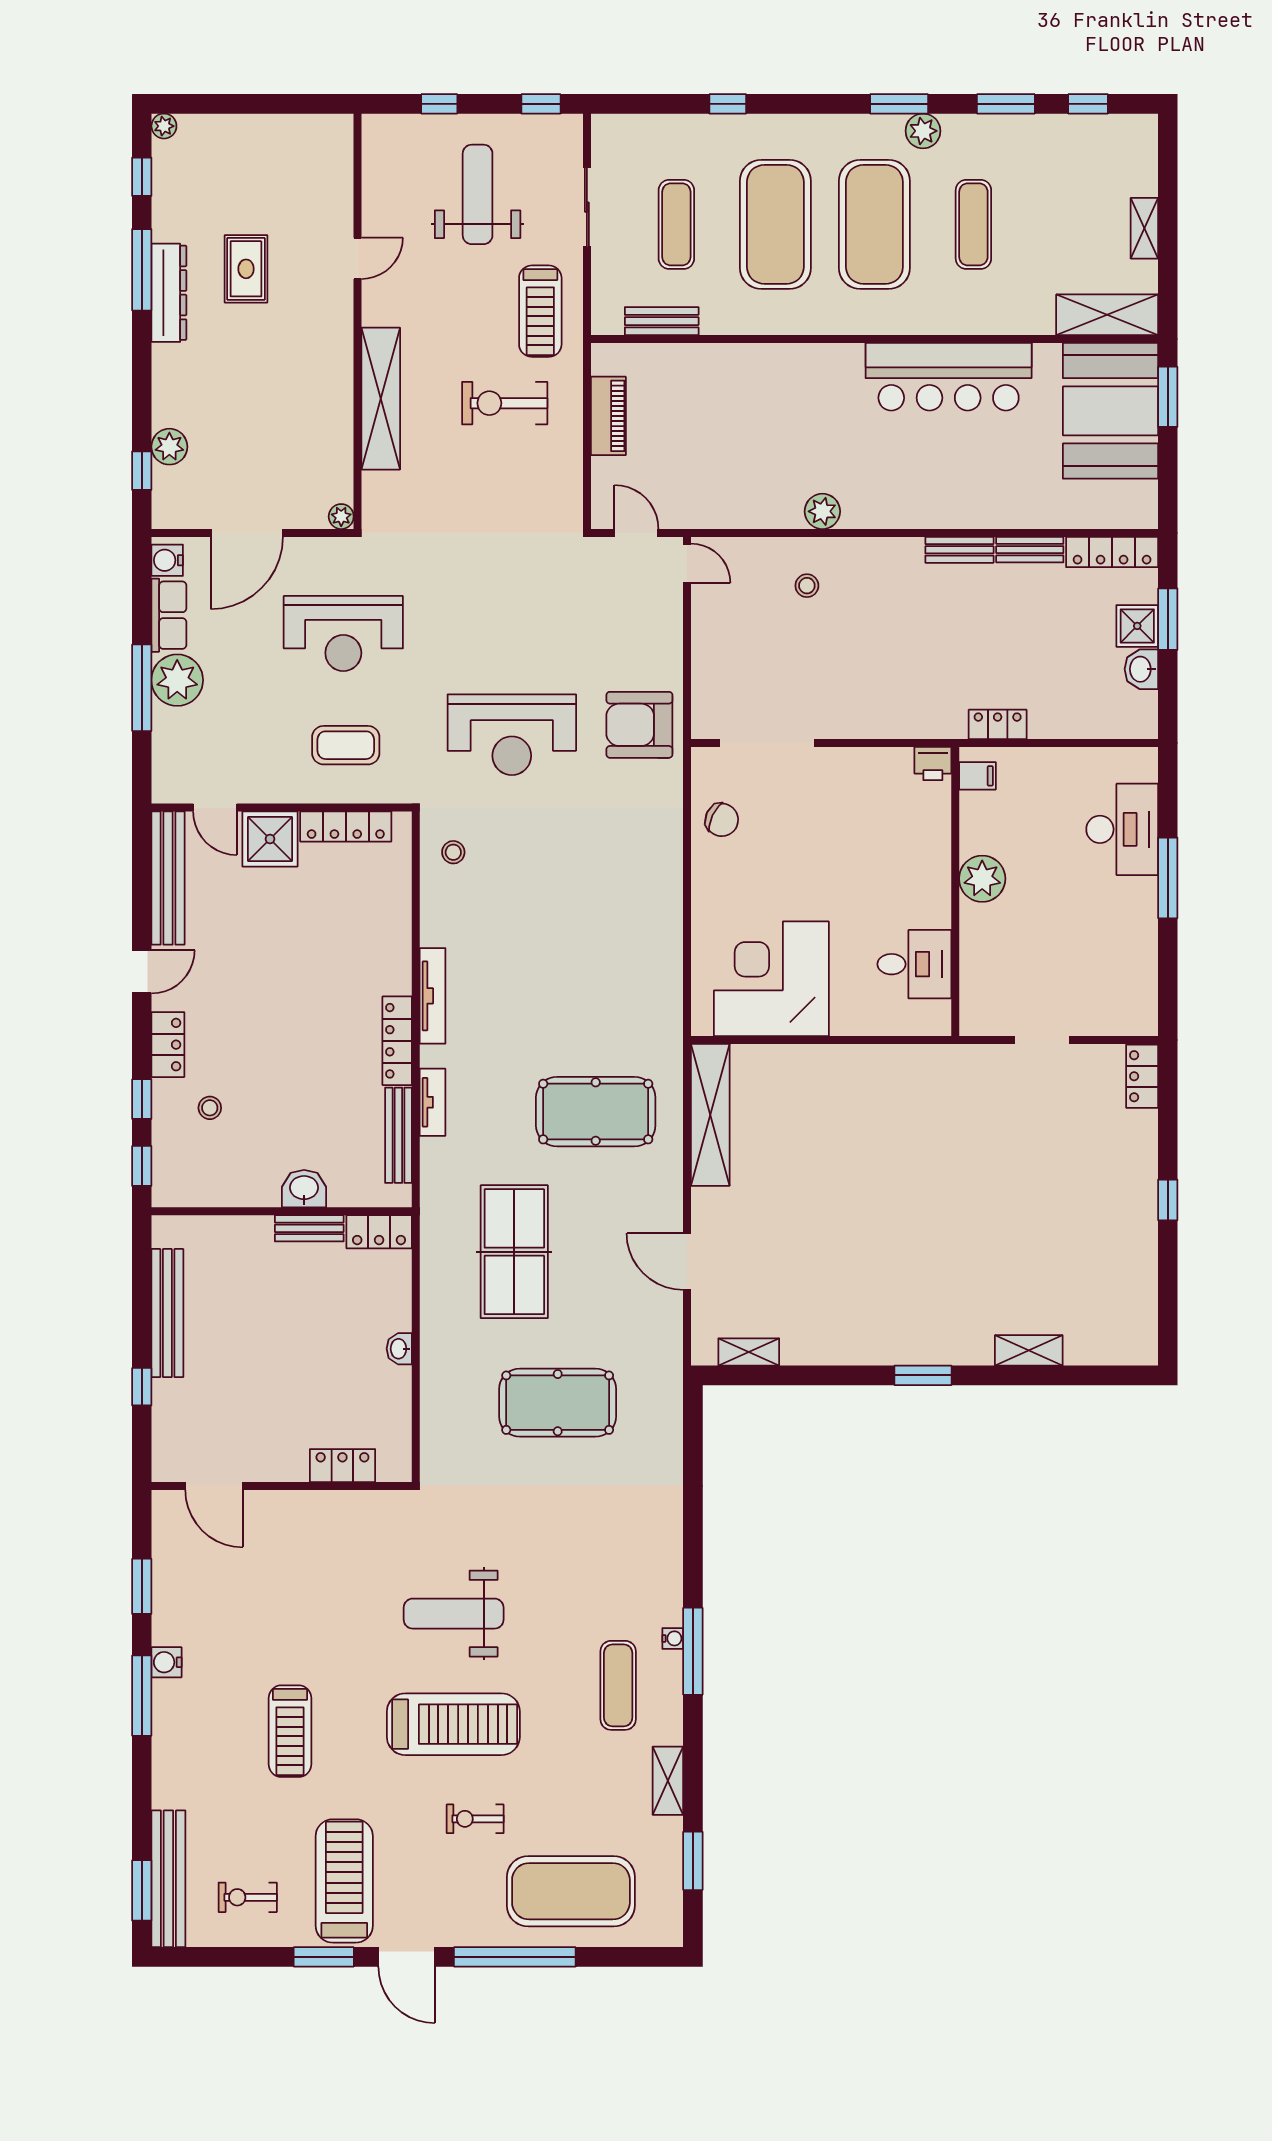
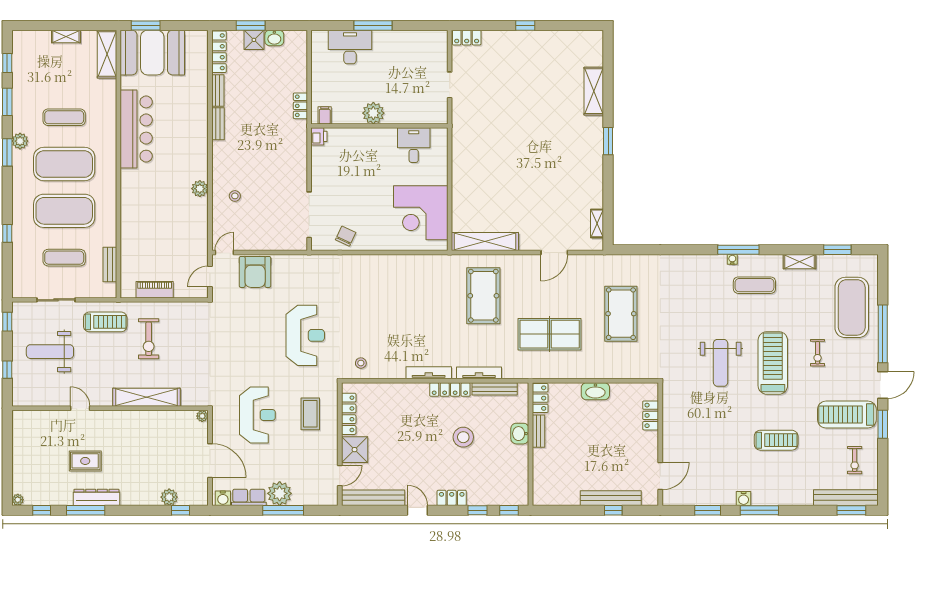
armchair: (639, 725) -> (255, 272), moved
tv unit: (432, 1102) -> (479, 373), width x1.41
stool: (210, 1108) -> (463, 437), moved, width x1.89, depth x1.89
bench: (167, 1313) -> (611, 498), moved
washbasin: (399, 1349) -> (595, 391), width x1.91, depth x1.45
shelving: (1029, 1350) -> (594, 91), width x1.50, depth x1.33

